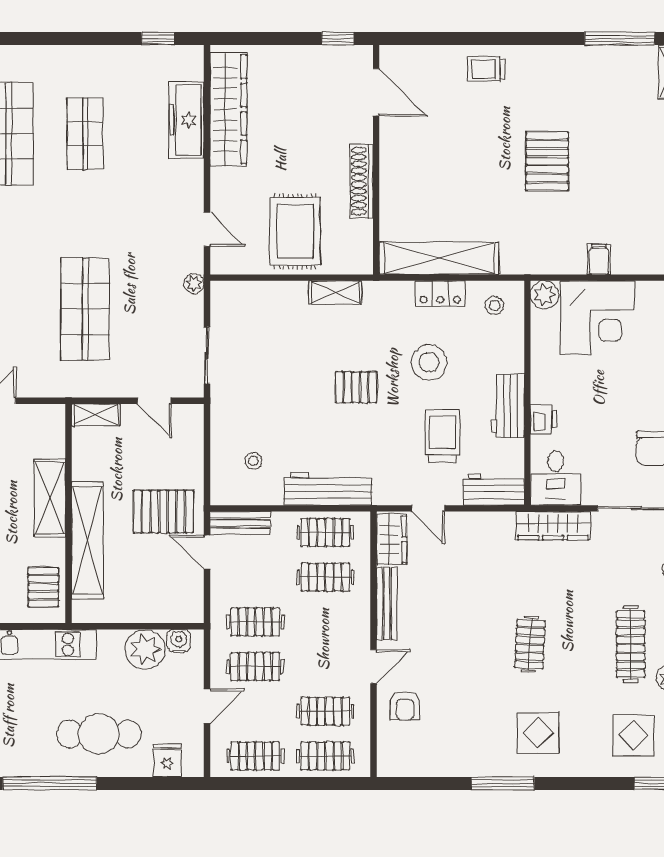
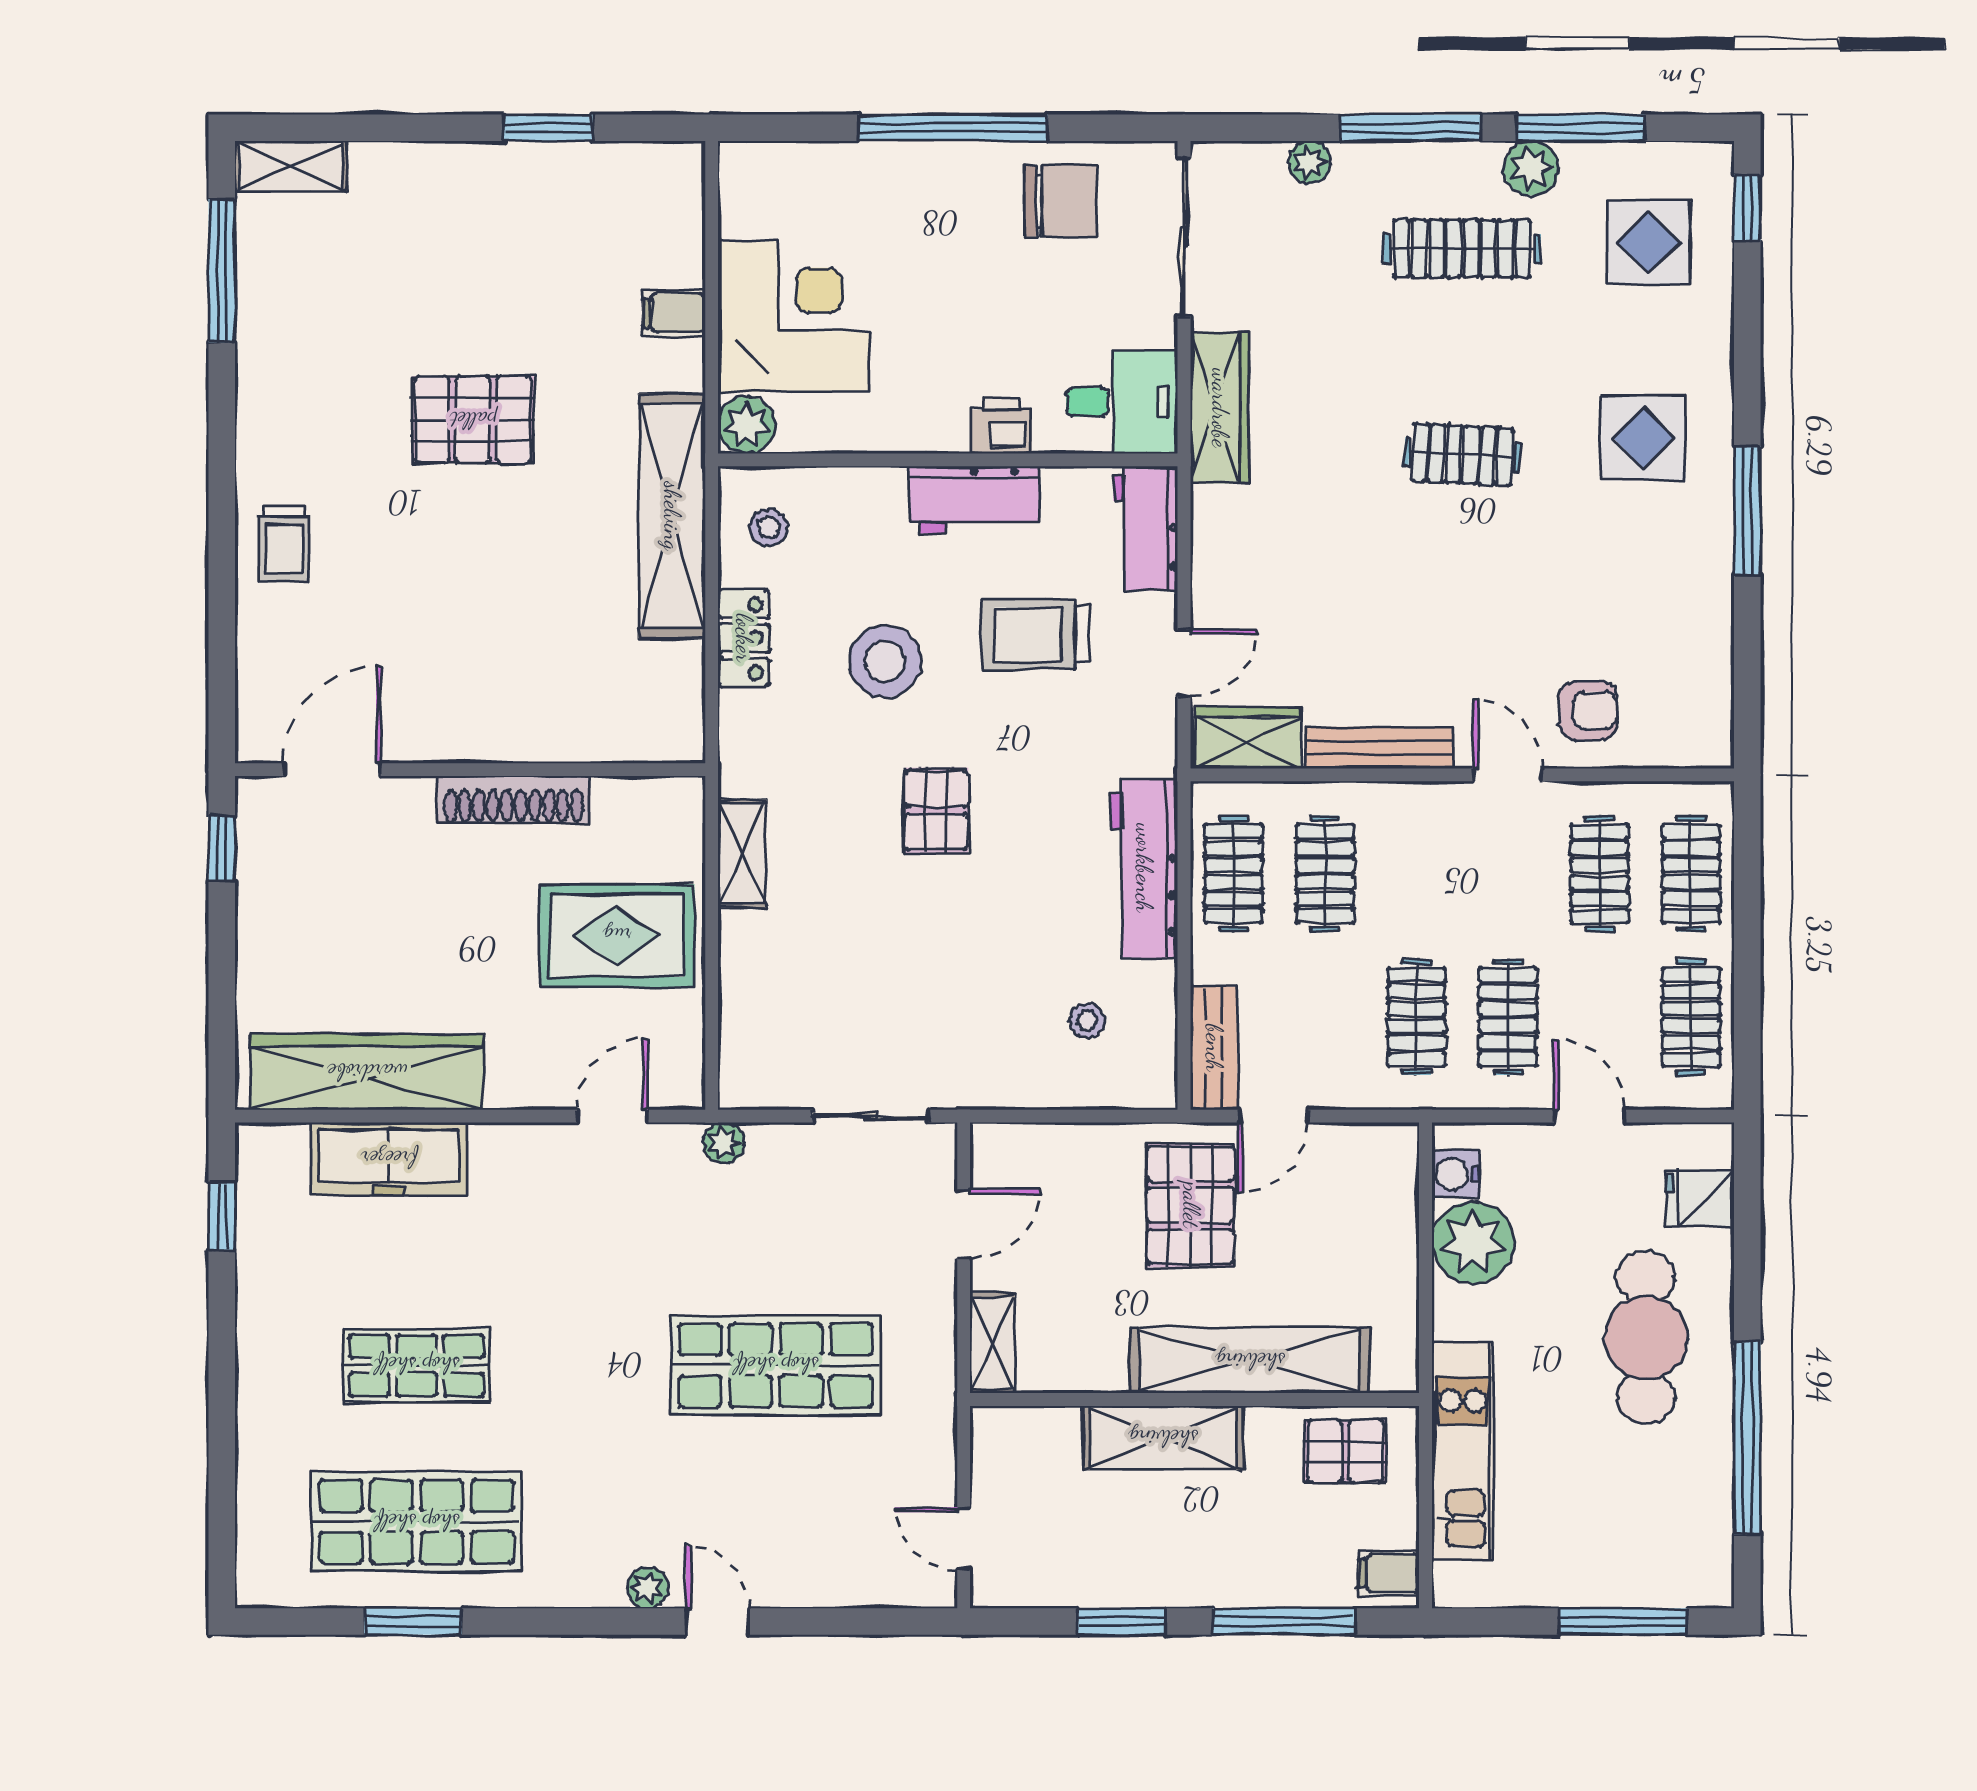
shelving: (439, 258) -> (672, 516), moved

